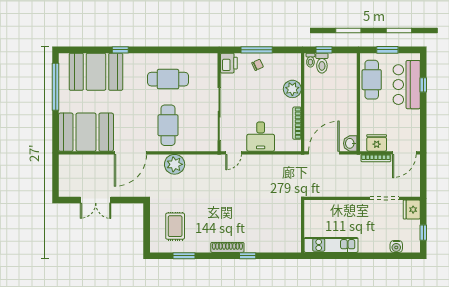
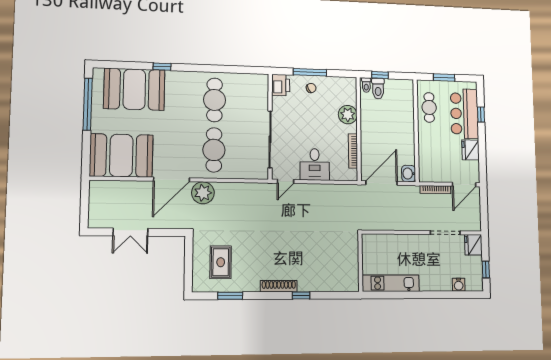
cafe table: (168, 79) -> (215, 100), turned 90
cafe table: (372, 80) -> (429, 107), width x0.73, depth x0.74
fridge: (377, 143) -> (471, 150), moved, turned -90
plant: (175, 164) -> (203, 193), moved

